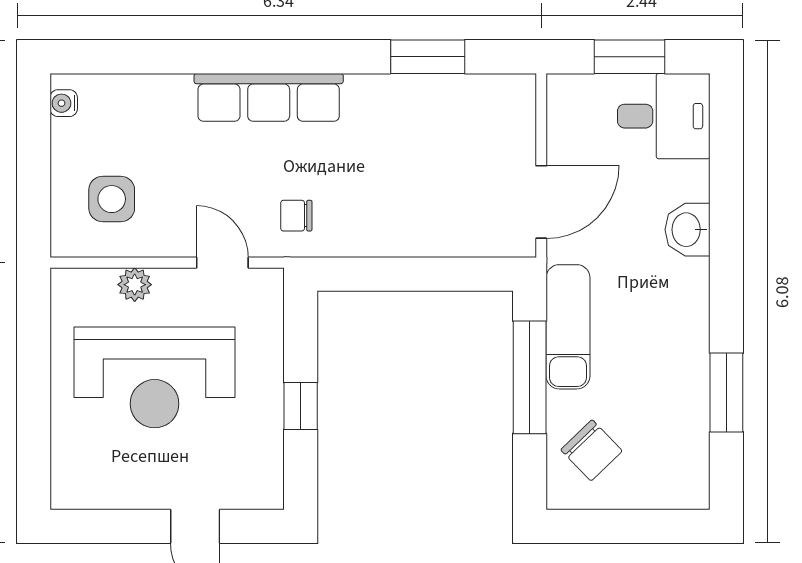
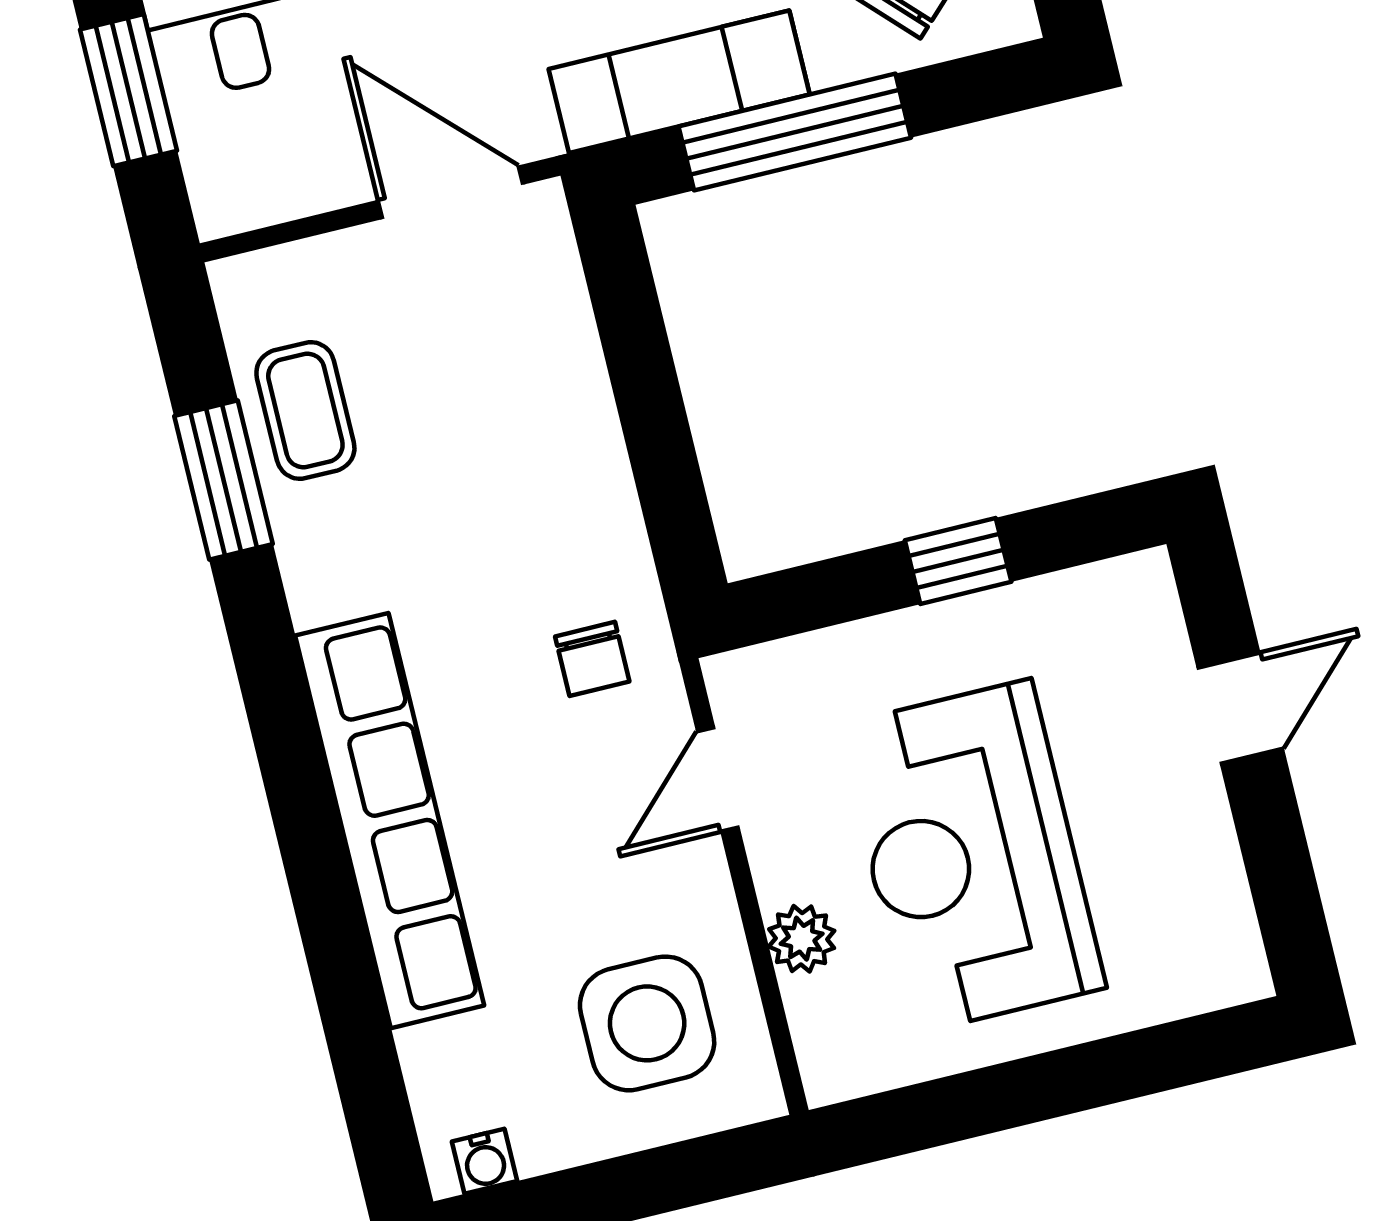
row of seats: (269, 97) -> (390, 821), width x1.36
coffee table: (452, 105) -> (305, 411), added
side table: (112, 199) -> (647, 1023), width x1.37, depth x1.37
reception desk: (155, 377) -> (972, 857), turned 180

